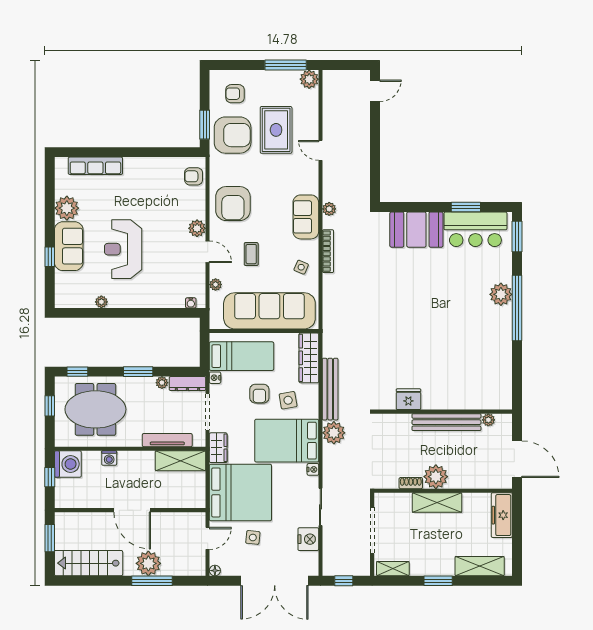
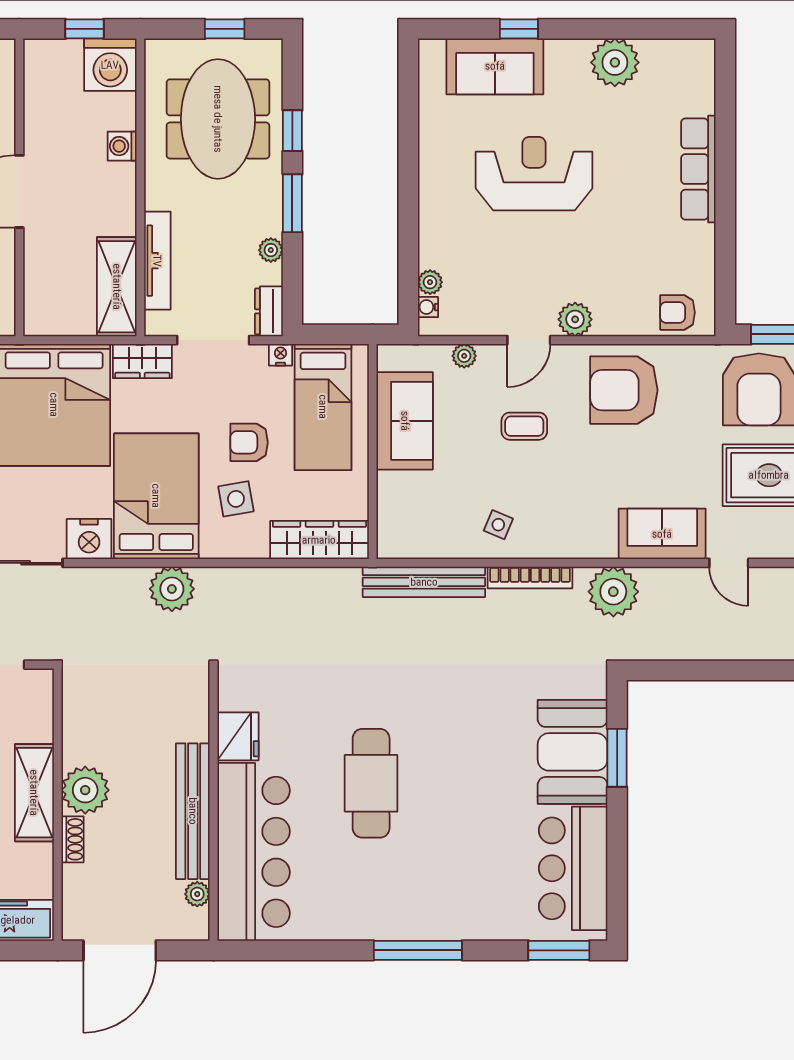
door: (320, 150) -> (729, 563), swing flipped
row of seats: (95, 166) -> (698, 169), moved
armchair: (194, 176) -> (678, 312), turned -90
window: (466, 207) -> (617, 758), moved
plant: (329, 209) -> (613, 592), width x1.88, depth x1.88
sofa: (306, 217) -> (662, 534), moved
sofa: (69, 246) -> (495, 66), moved
plant: (501, 294) -> (445, 919), removed
plant: (101, 302) -> (430, 282), moved
window: (517, 308) -> (418, 950), width x0.68
sofa: (269, 311) -> (405, 421), width x0.54, depth x0.79
cafe table: (432, 332) -> (371, 783), added
window: (77, 372) -> (292, 131), moved
dresser: (187, 384) -> (269, 311), width x0.70
bench: (330, 389) -> (424, 582), moved
bar counter: (467, 391) -> (254, 852), added
nightstand: (313, 469) -> (89, 539), width x1.89, depth x1.79
shoe rack: (411, 483) -> (73, 839), moved

